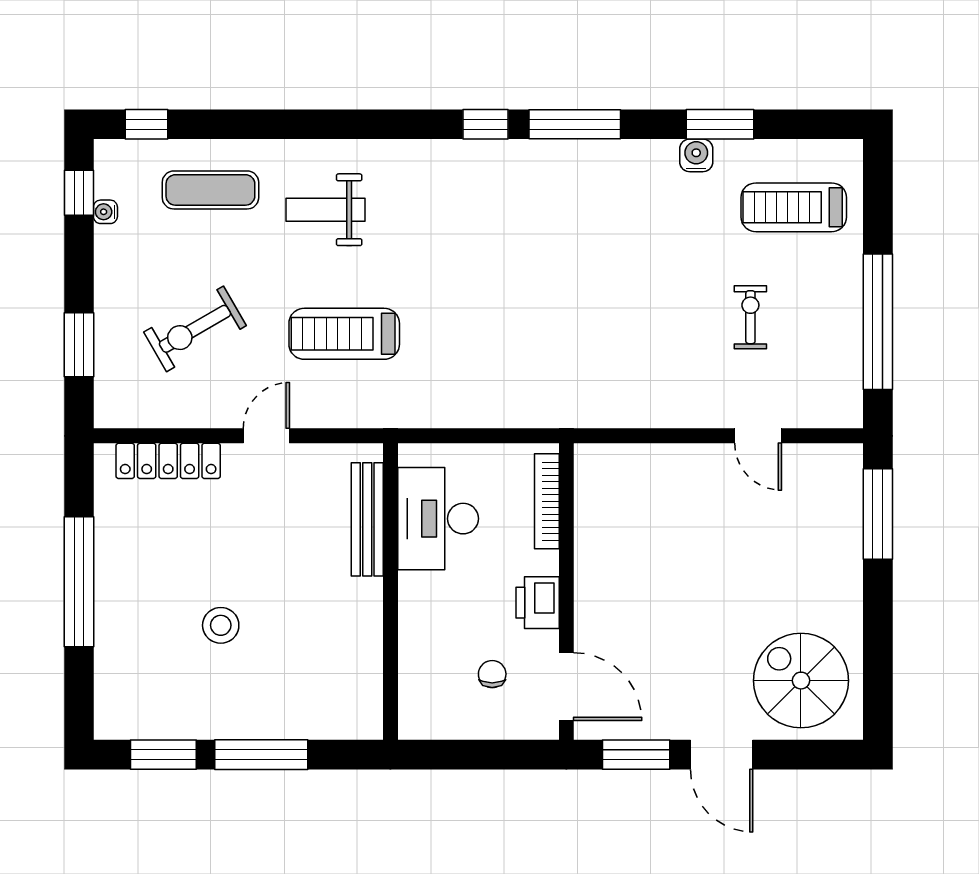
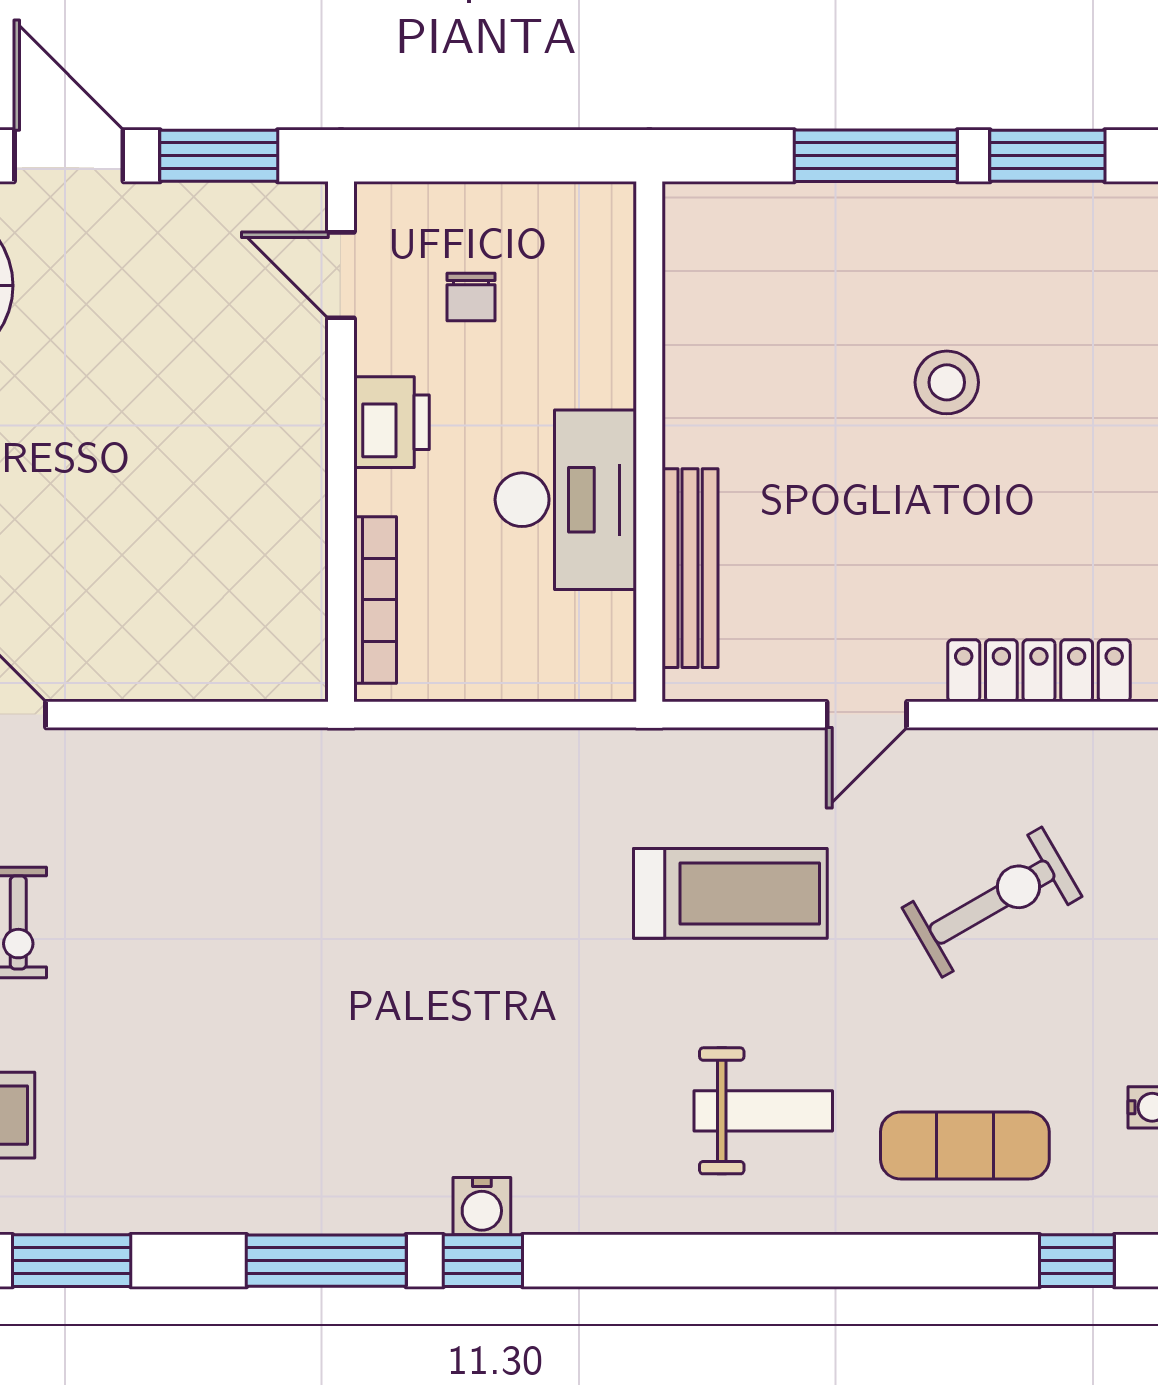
water cooler: (696, 155) -> (482, 1206), moved
desk: (438, 519) -> (566, 500), moved
door: (566, 687) -> (341, 275), width x0.73

